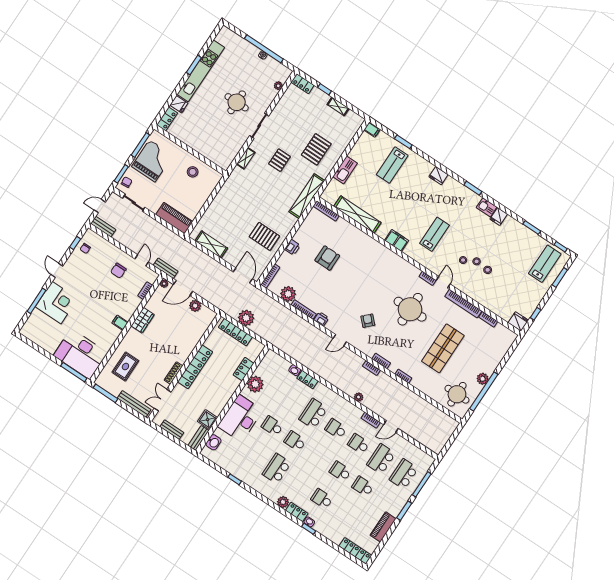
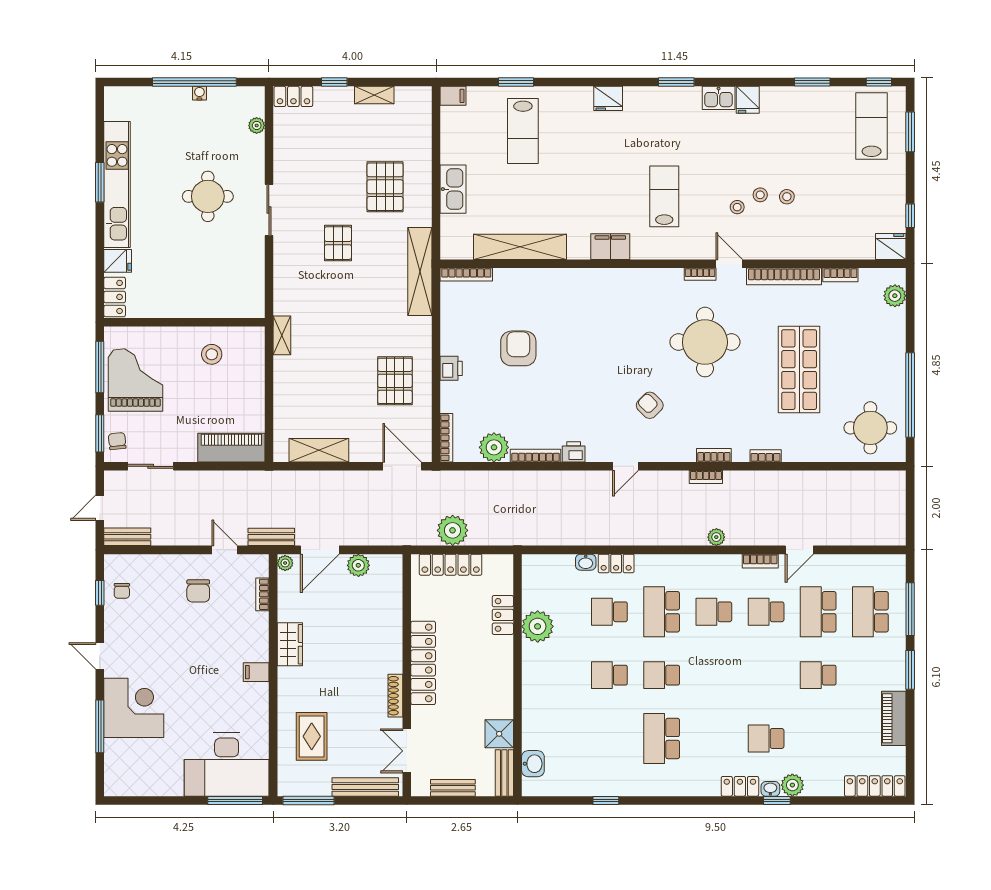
shelving: (246, 158) -> (282, 335), moved
pallet: (264, 236) -> (395, 381), turned 90
plant: (483, 379) -> (895, 296), moved
desk: (240, 418) -> (550, 697), removed
school desk: (340, 471) -> (609, 612), moved
plant: (283, 502) -> (792, 785), moved

